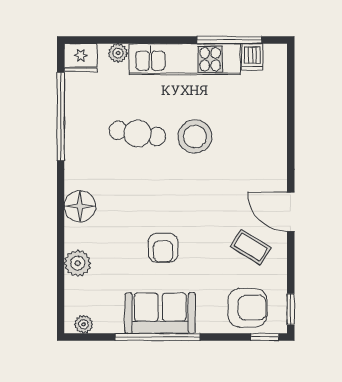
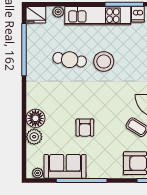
floor lamp: (80, 206) -> (35, 118), moved
sofa: (160, 313) -> (65, 166), moved

